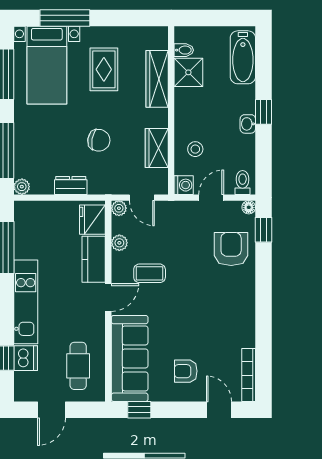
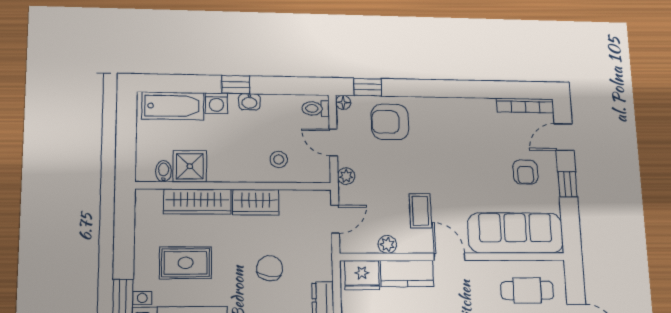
wardrobe: (157, 148) -> (256, 202), moved
washing machine: (184, 185) -> (216, 103), moved, turned 180
plant: (119, 208) -> (346, 176), moved
window: (139, 410) -> (568, 184), moved

